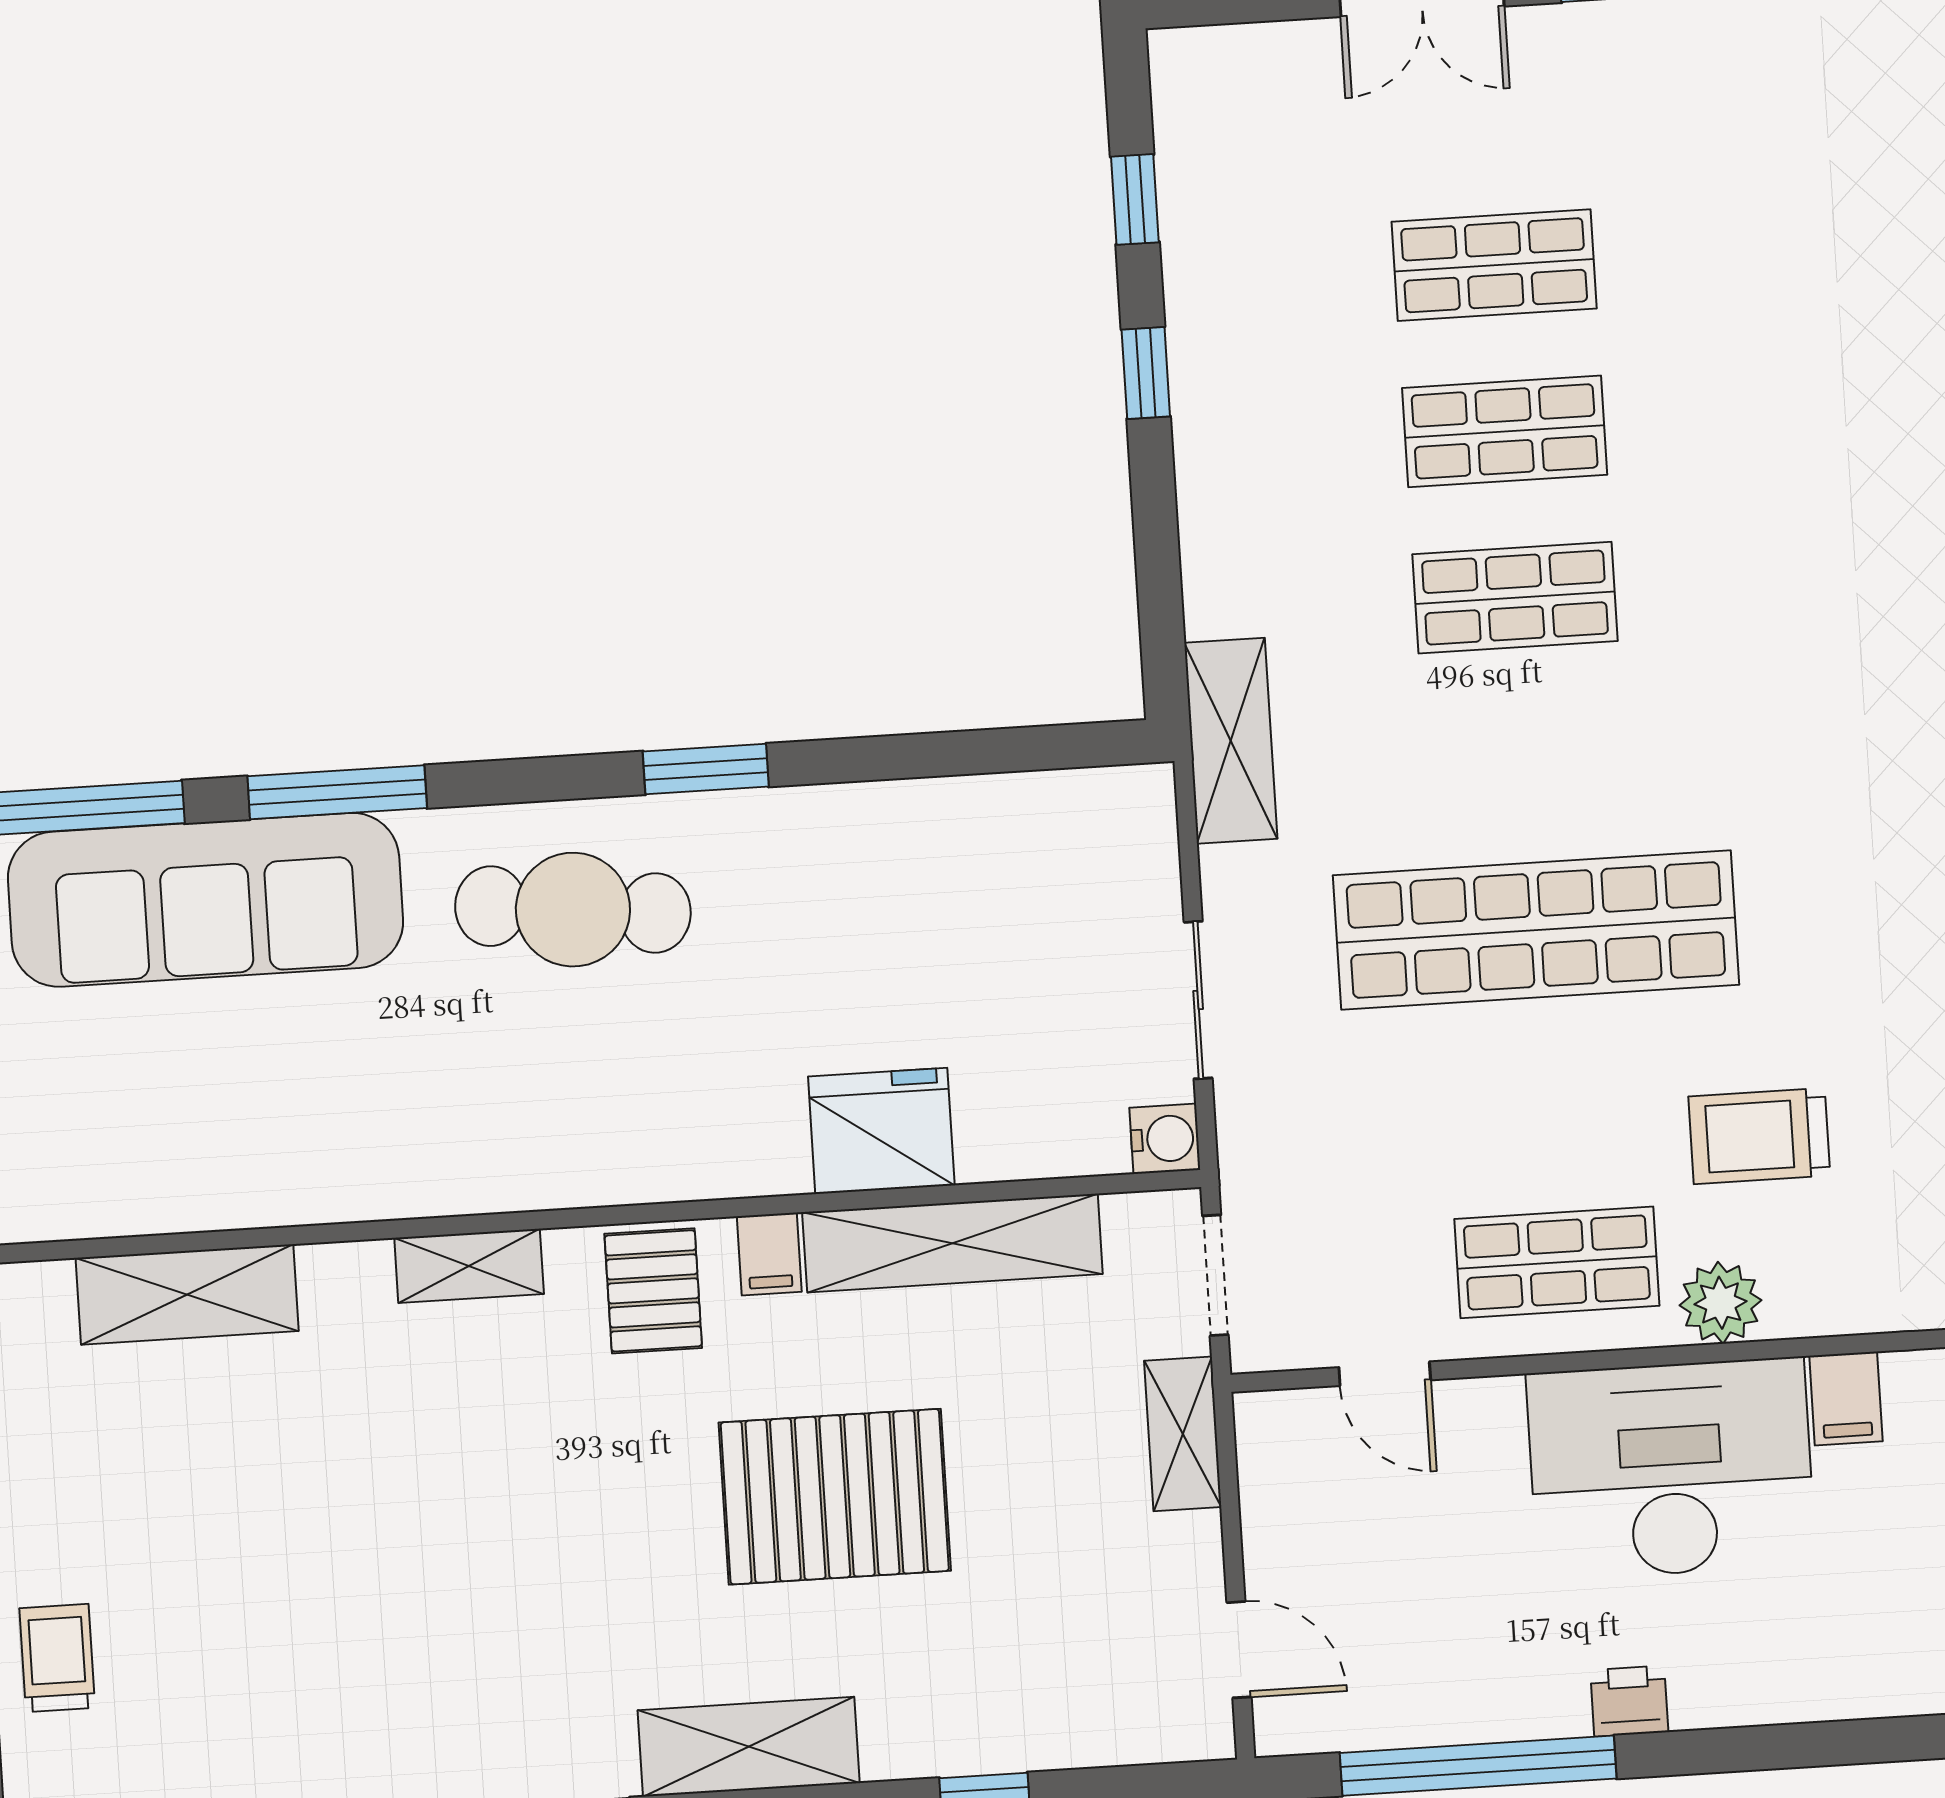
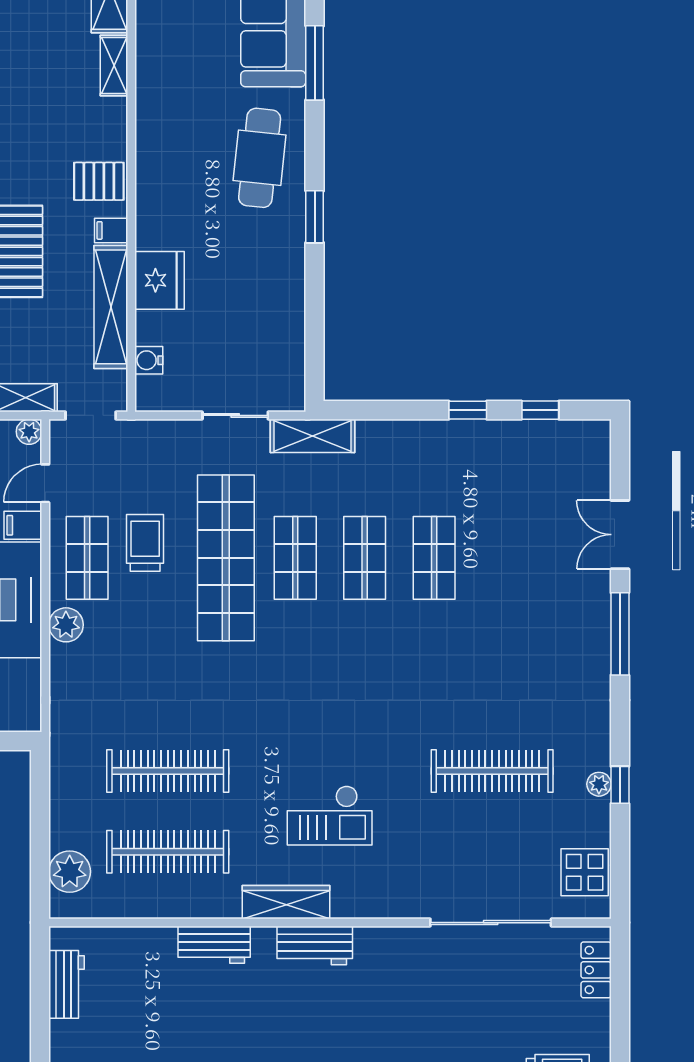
shop shelf: (1494, 265) -> (295, 558), moved
sliding door: (1198, 1000) -> (235, 415), moved
trolley: (1759, 1136) -> (145, 543), moved
water cooler: (1165, 1139) -> (149, 360), moved, turned 90
shelving: (469, 1266) -> (114, 65), moved
filing cabinet: (1846, 1399) -> (23, 525), moved
plant: (1264, 1420) -> (29, 432), added

